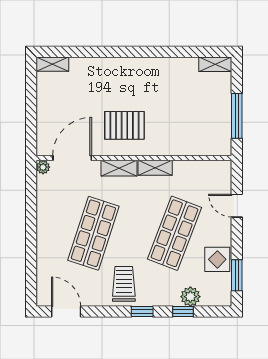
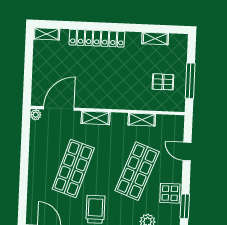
shelving: (215, 64) -> (155, 39), moved
locker: (117, 67) -> (97, 38), added
pallet: (124, 125) -> (163, 82), moved, width x0.67, depth x0.71
shelving: (155, 168) -> (142, 120), moved

